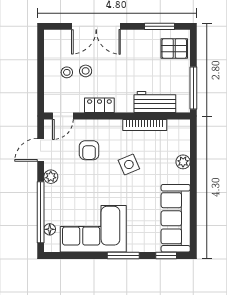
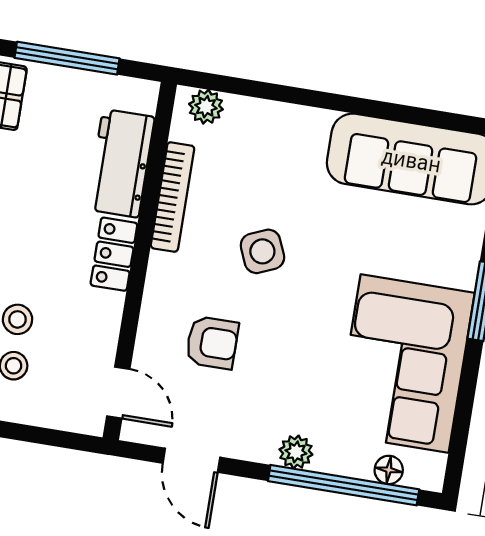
window: (193, 88) -> (67, 58), moved
locker: (99, 105) -> (114, 254), moved
plant: (183, 162) -> (206, 107), moved
plant: (51, 177) -> (296, 452), moved

